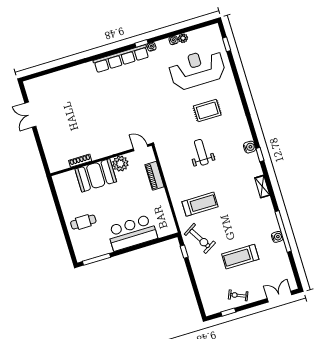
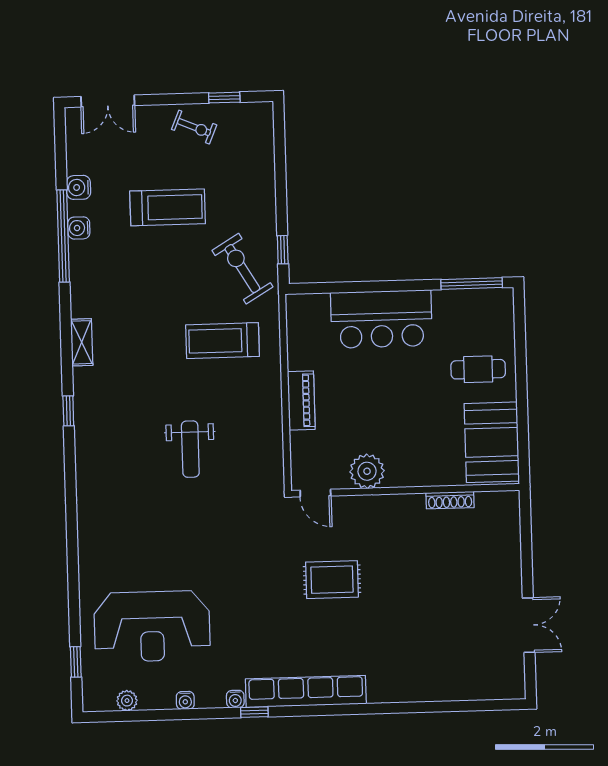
plant: (183, 38) -> (127, 701), moved
rug: (207, 111) -> (332, 580), moved
water cooler: (250, 147) -> (79, 187), moved
booth: (96, 175) -> (492, 442), moved, turned 90
piano: (155, 176) -> (301, 400), moved

